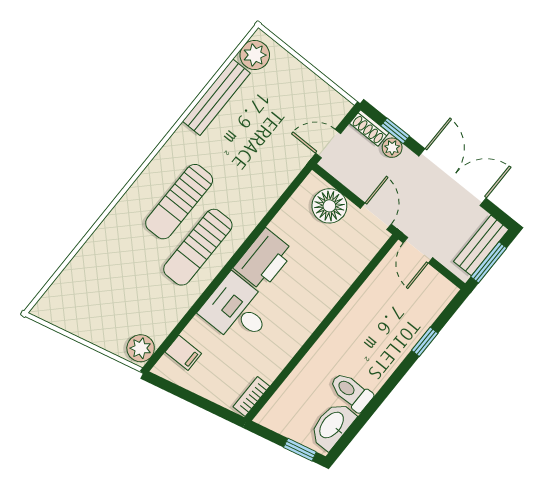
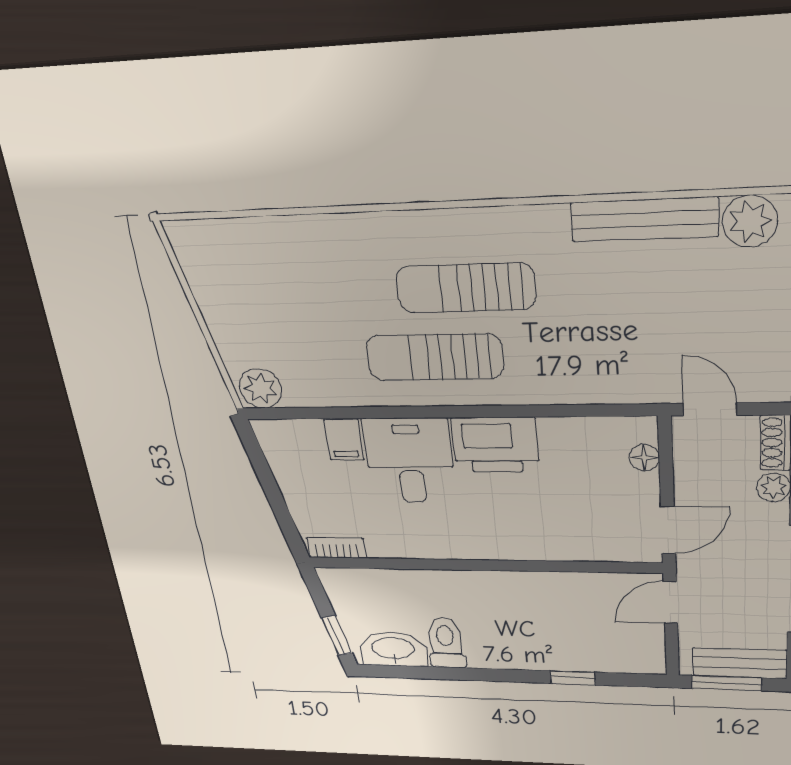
floor lamp: (329, 206) -> (644, 458), width x0.53, depth x0.53
filing cabinet: (183, 353) -> (344, 439), moved

